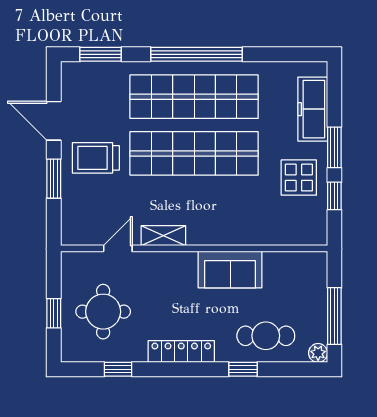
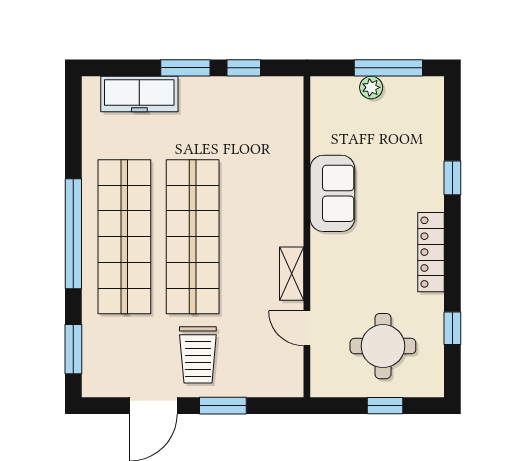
display table: (299, 178) -> (222, 111), removed
cafe table: (266, 336) -> (412, 150), removed
plant: (318, 353) -> (371, 87), moved

